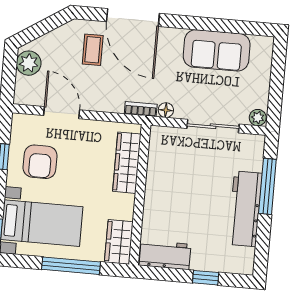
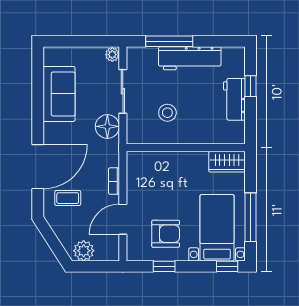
bookcase: (141, 109) -> (114, 181), moved
floor lamp: (166, 110) -> (107, 126), width x1.89, depth x1.89
wardrobe: (127, 163) -> (160, 161), removed
stool: (183, 177) -> (167, 113), added
workbench: (165, 255) -> (234, 99), moved
window: (71, 266) -> (250, 217), moved

